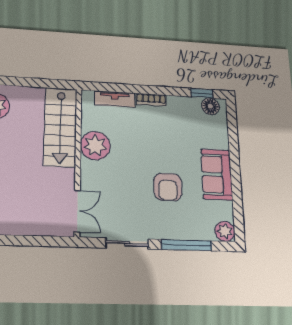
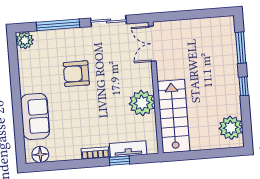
window: (202, 93) -> (119, 161), moved
sofa: (217, 174) -> (35, 116), moved
armchair: (168, 187) -> (76, 74), turned -90

